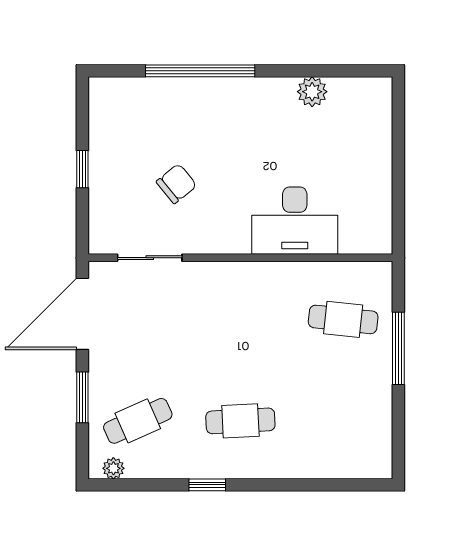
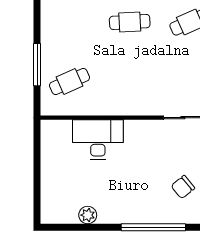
chair: (176, 184) -> (183, 187), moved
cafe table: (343, 319) -> (69, 81), turned -30

